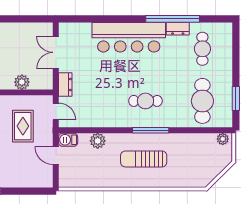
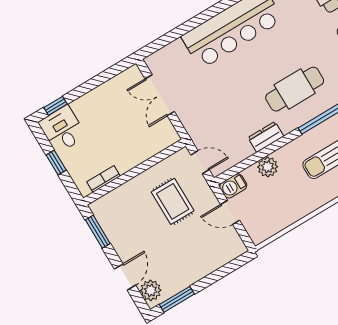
plant: (22, 82) -> (141, 152), removed
dresser: (65, 85) -> (266, 137), moved, turned -90
cafe table: (145, 101) -> (295, 89), width x1.37, depth x1.35

